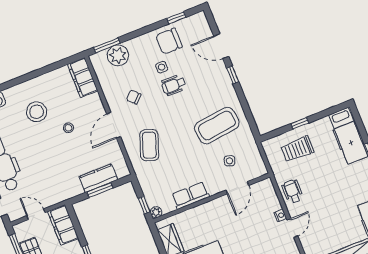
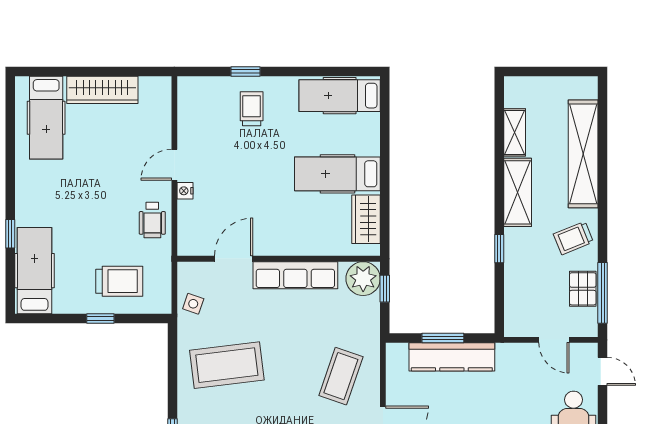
side table: (230, 161) -> (193, 304), moved
kitchen counter: (98, 178) -> (452, 357), width x1.50
row of seats: (190, 196) -> (295, 275), width x1.48
plant: (156, 212) -> (363, 279), width x1.88, depth x1.88
filing cabinet: (63, 225) -> (519, 307), removed

